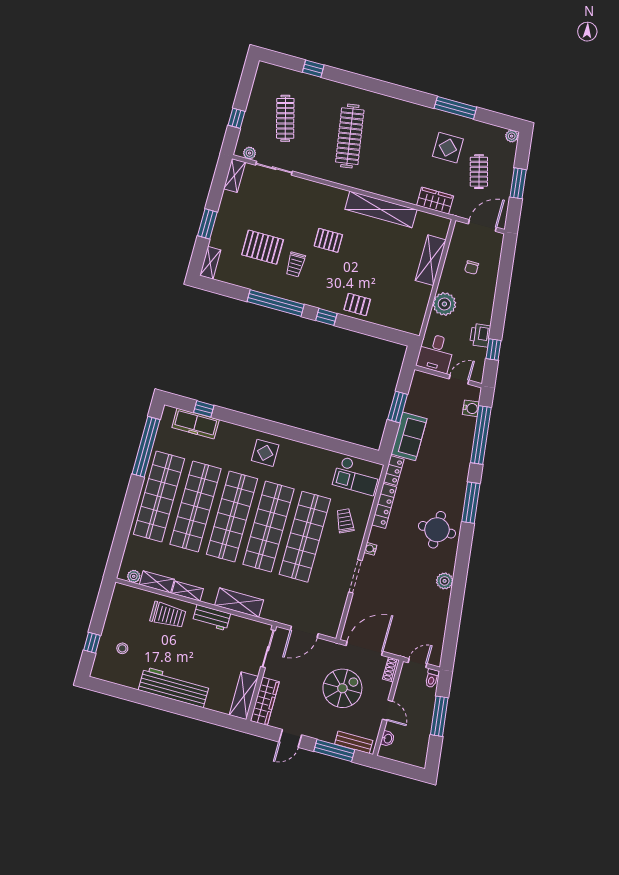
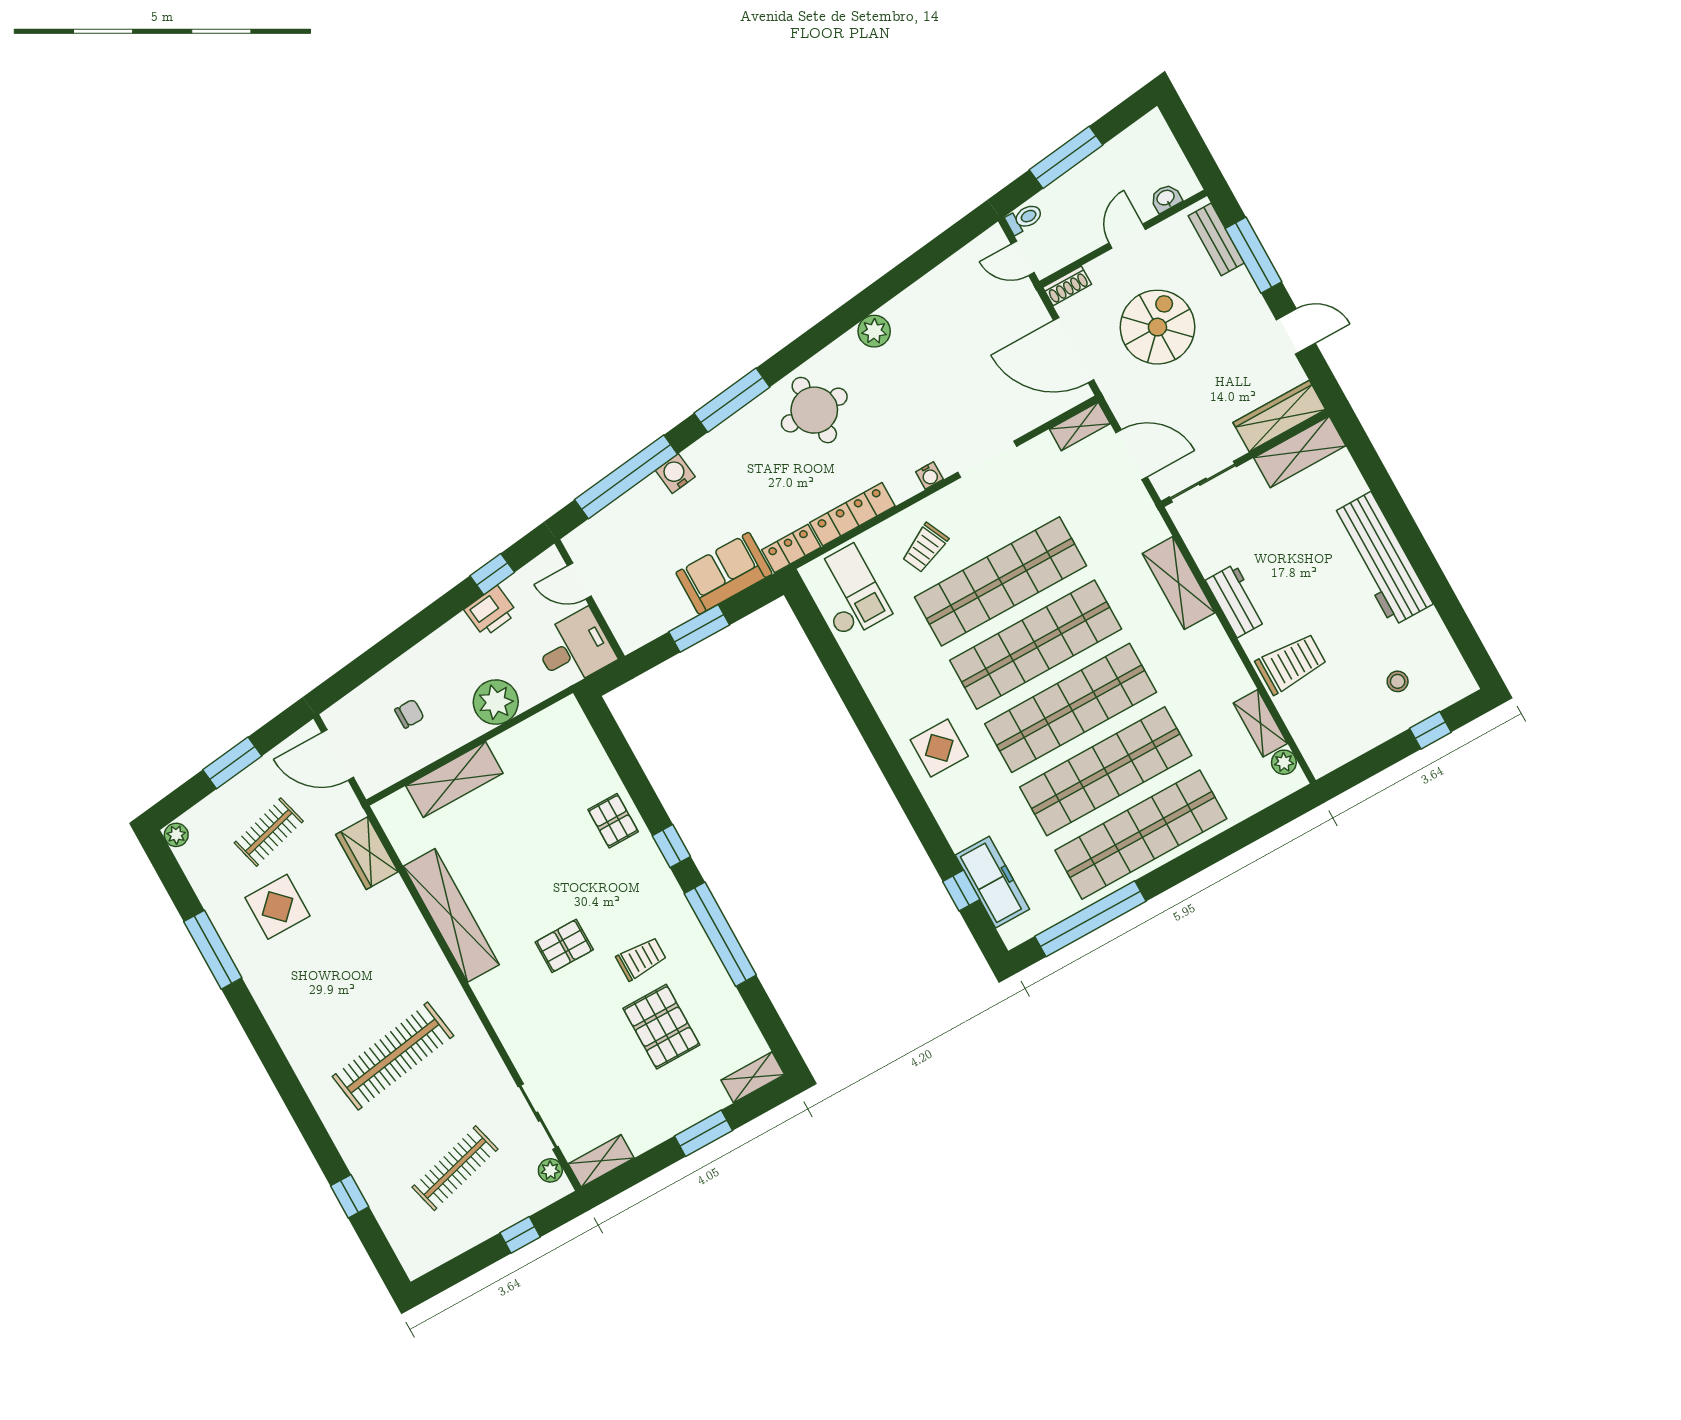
pallet: (328, 240) -> (564, 946), turned 90
water cooler: (471, 408) -> (675, 474), moved
shelving: (187, 591) -> (1080, 426), moved, turned 90
trolley: (168, 615) -> (1291, 664), turned 90
spiral stairs: (342, 688) -> (1157, 327), turned 90

